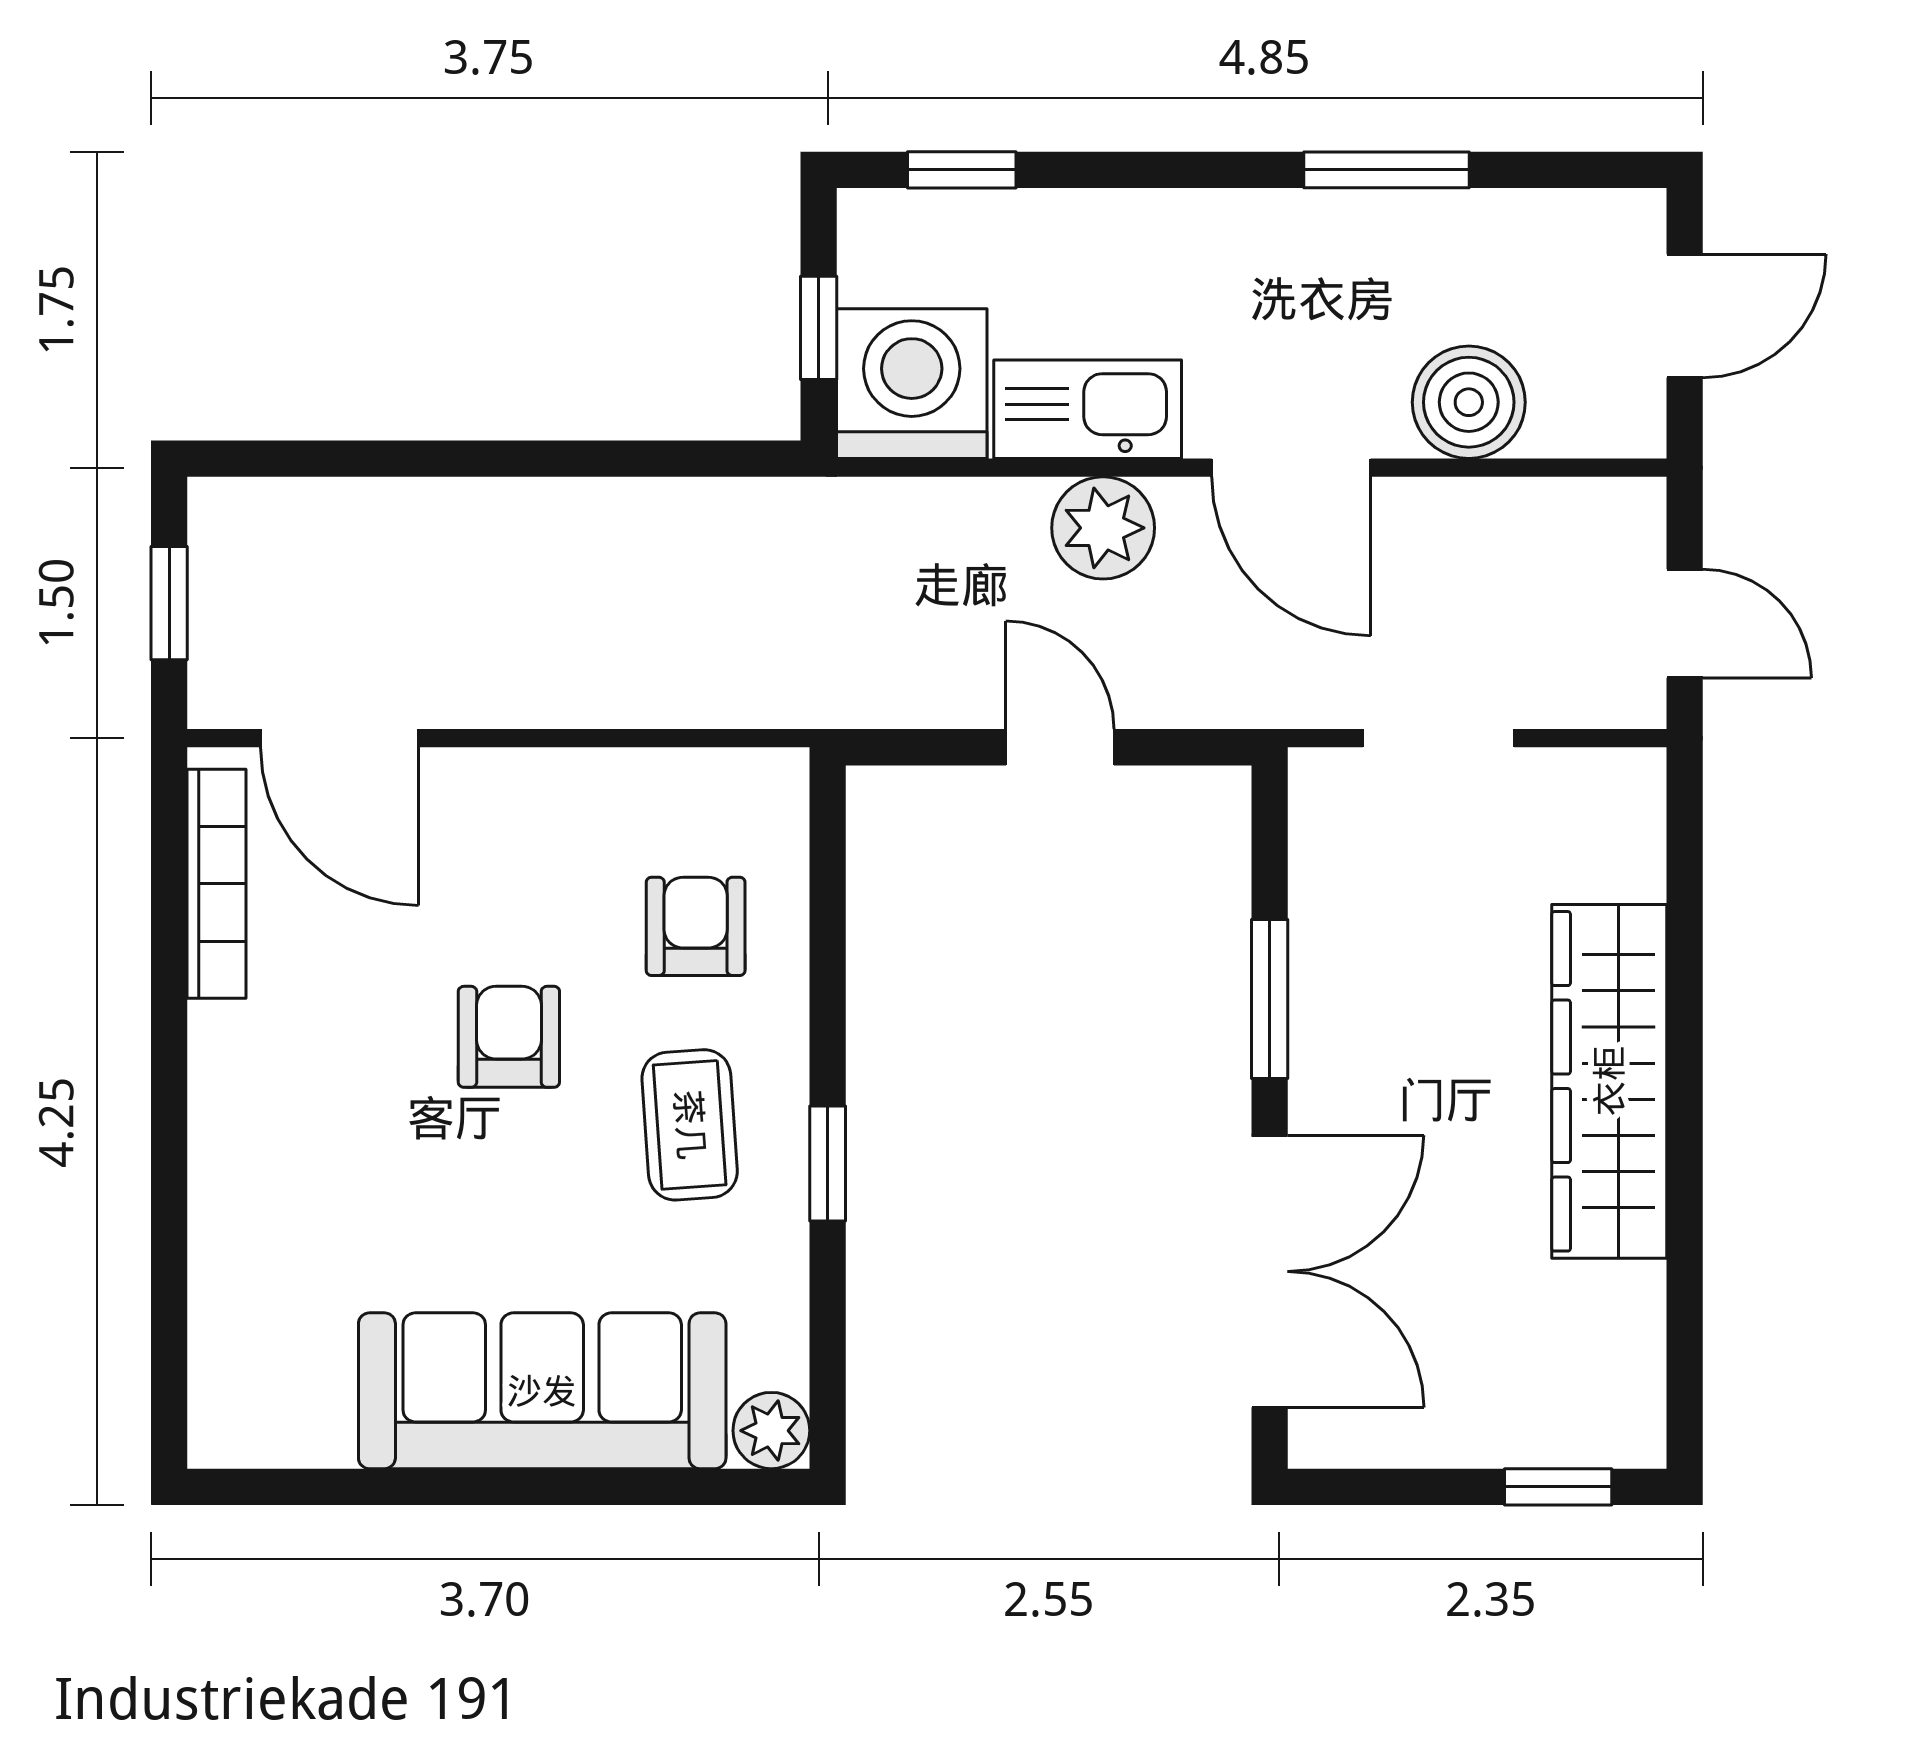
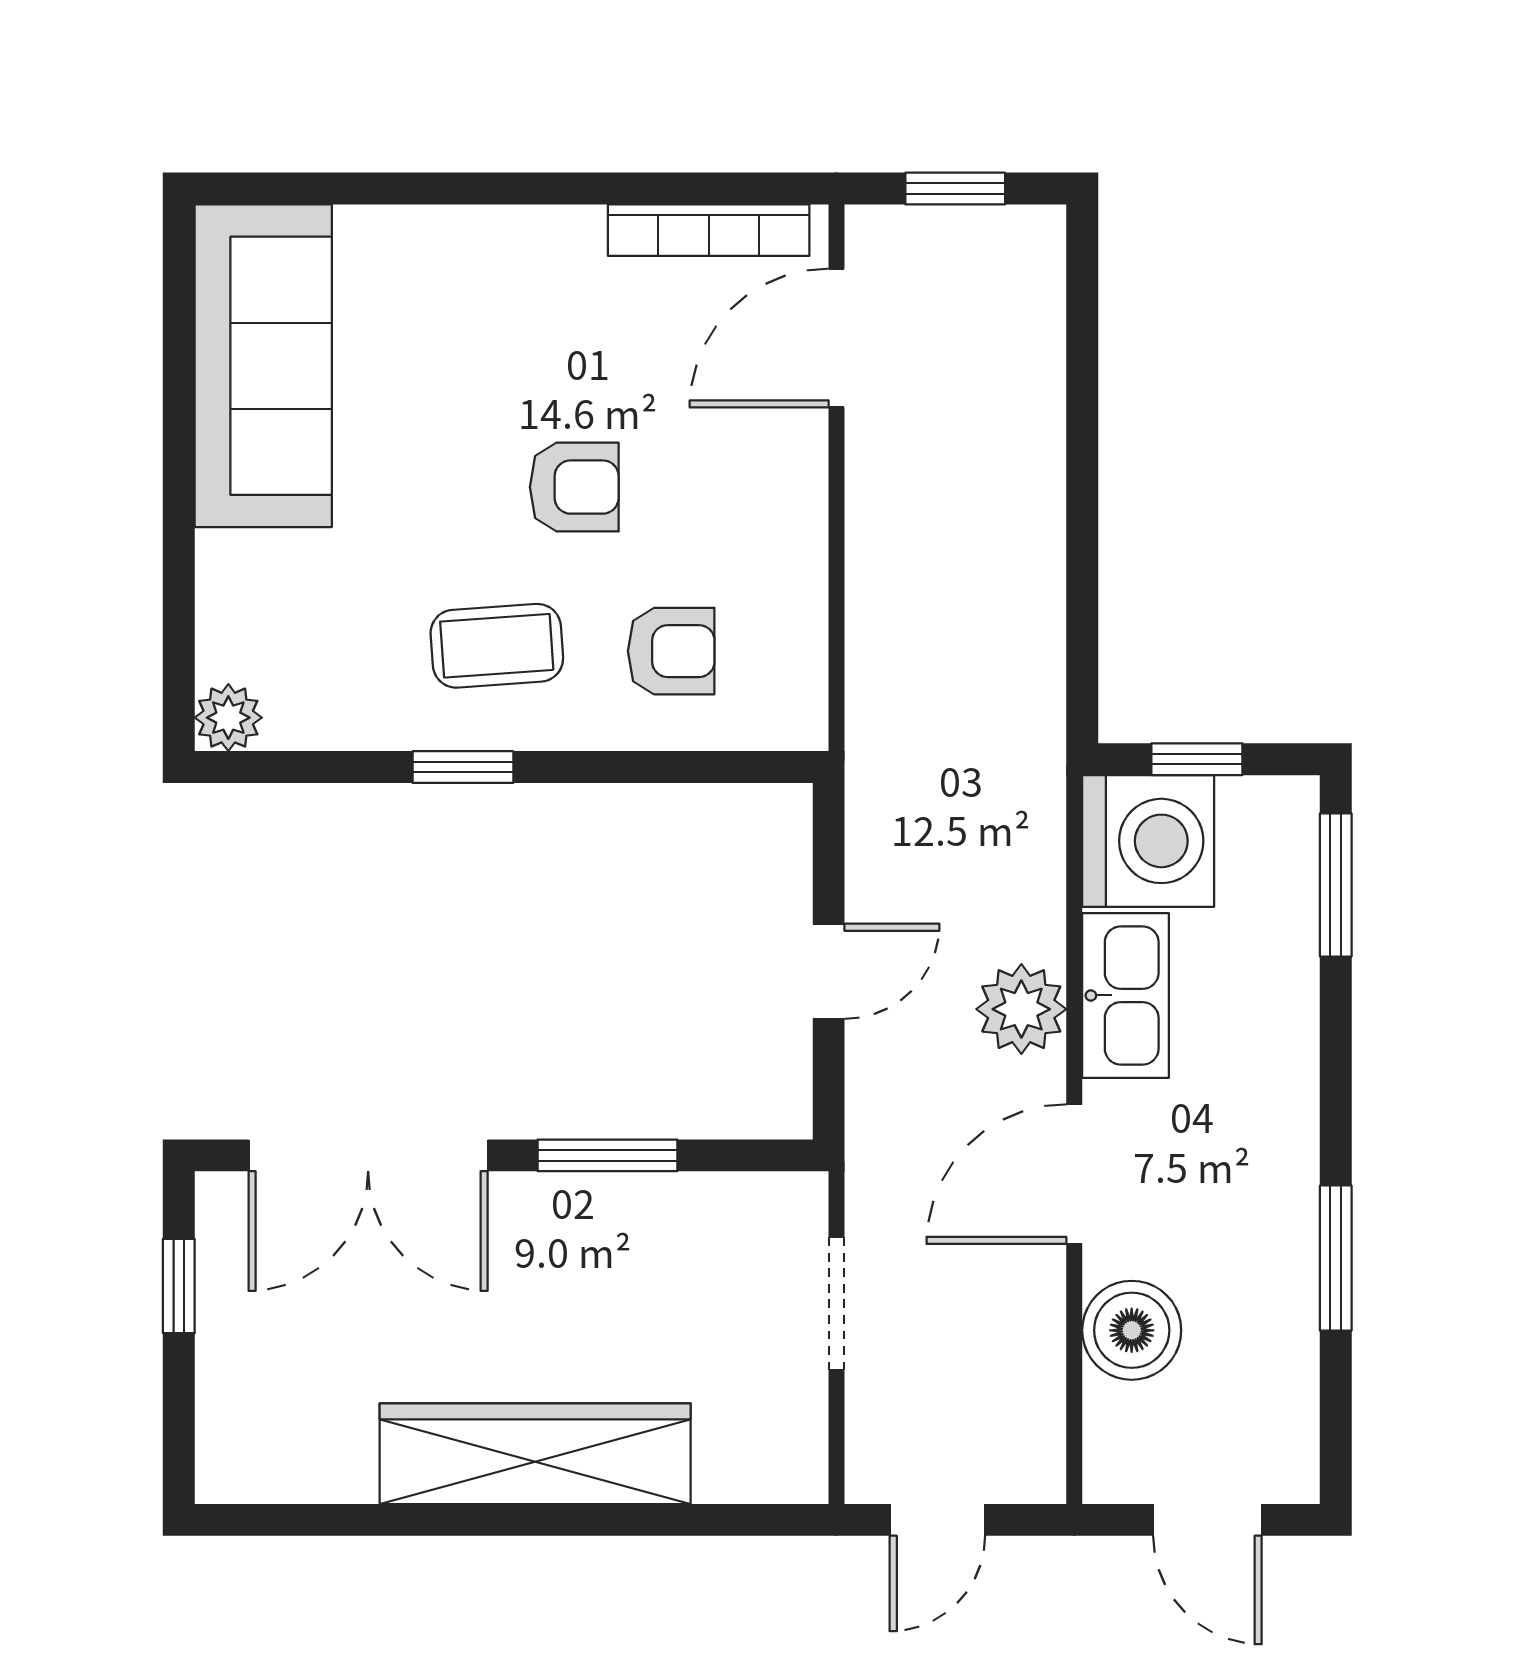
window: (962, 170) -> (1336, 885), width x1.50
sofa: (542, 1391) -> (263, 366), moved
window: (1558, 1487) -> (179, 1286), moved

